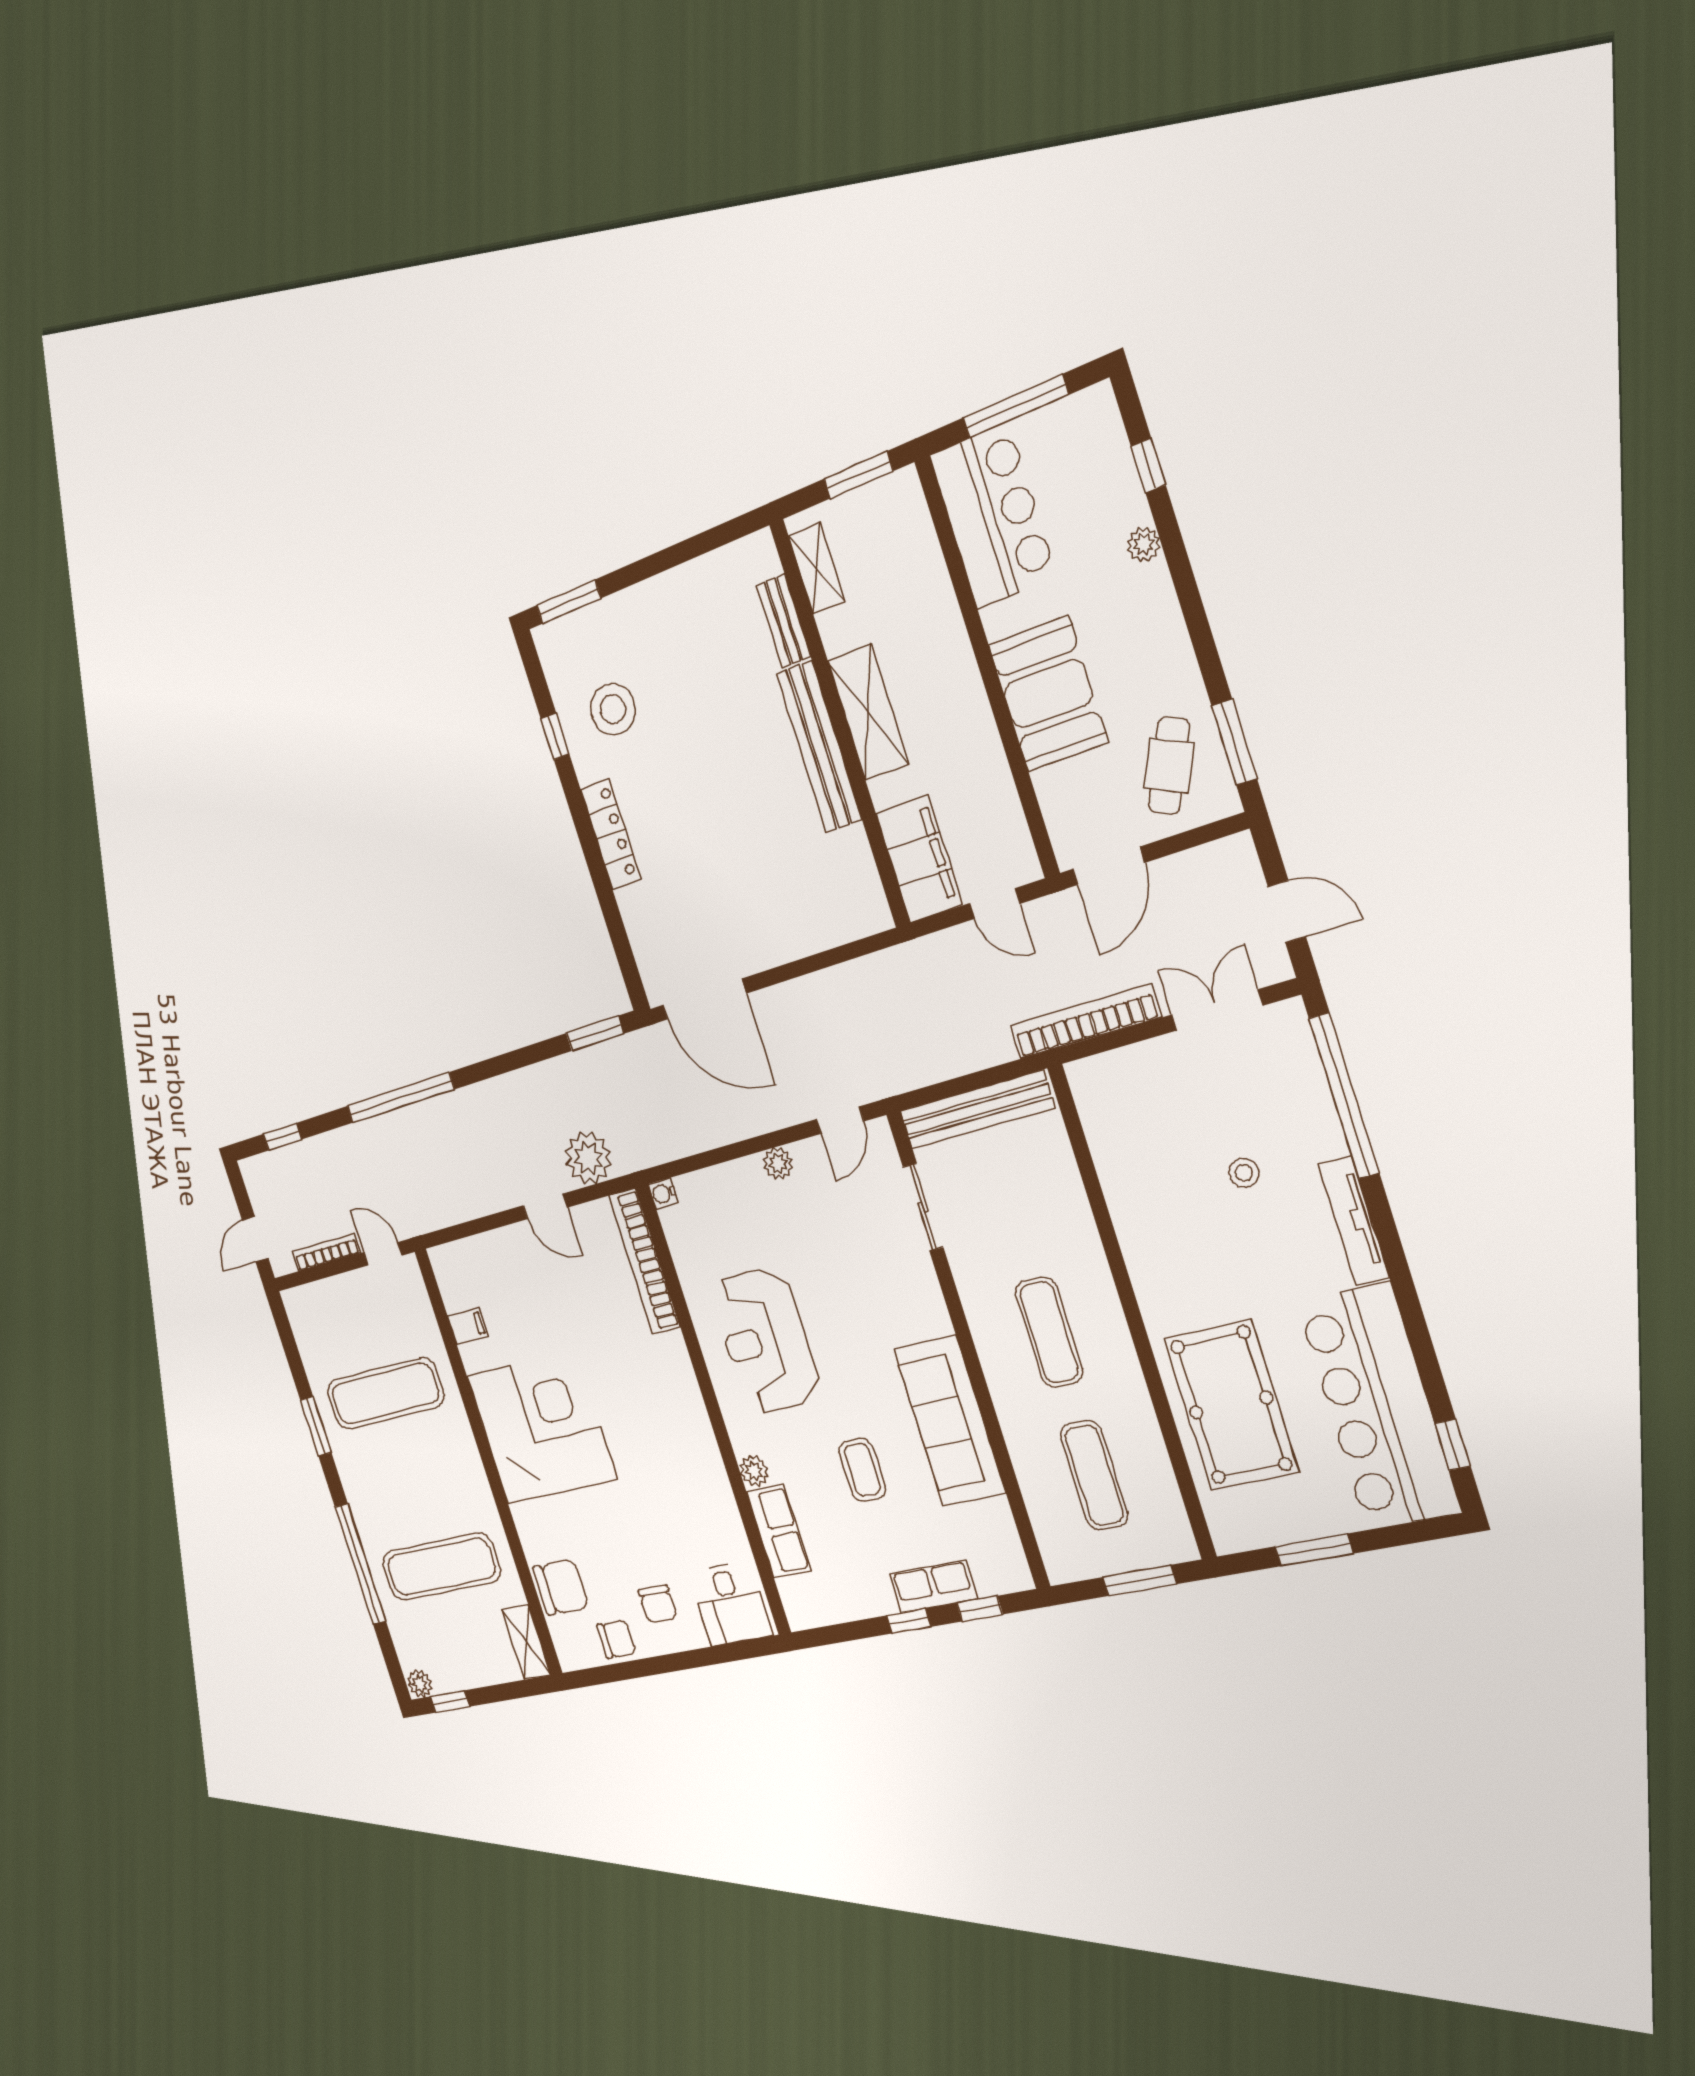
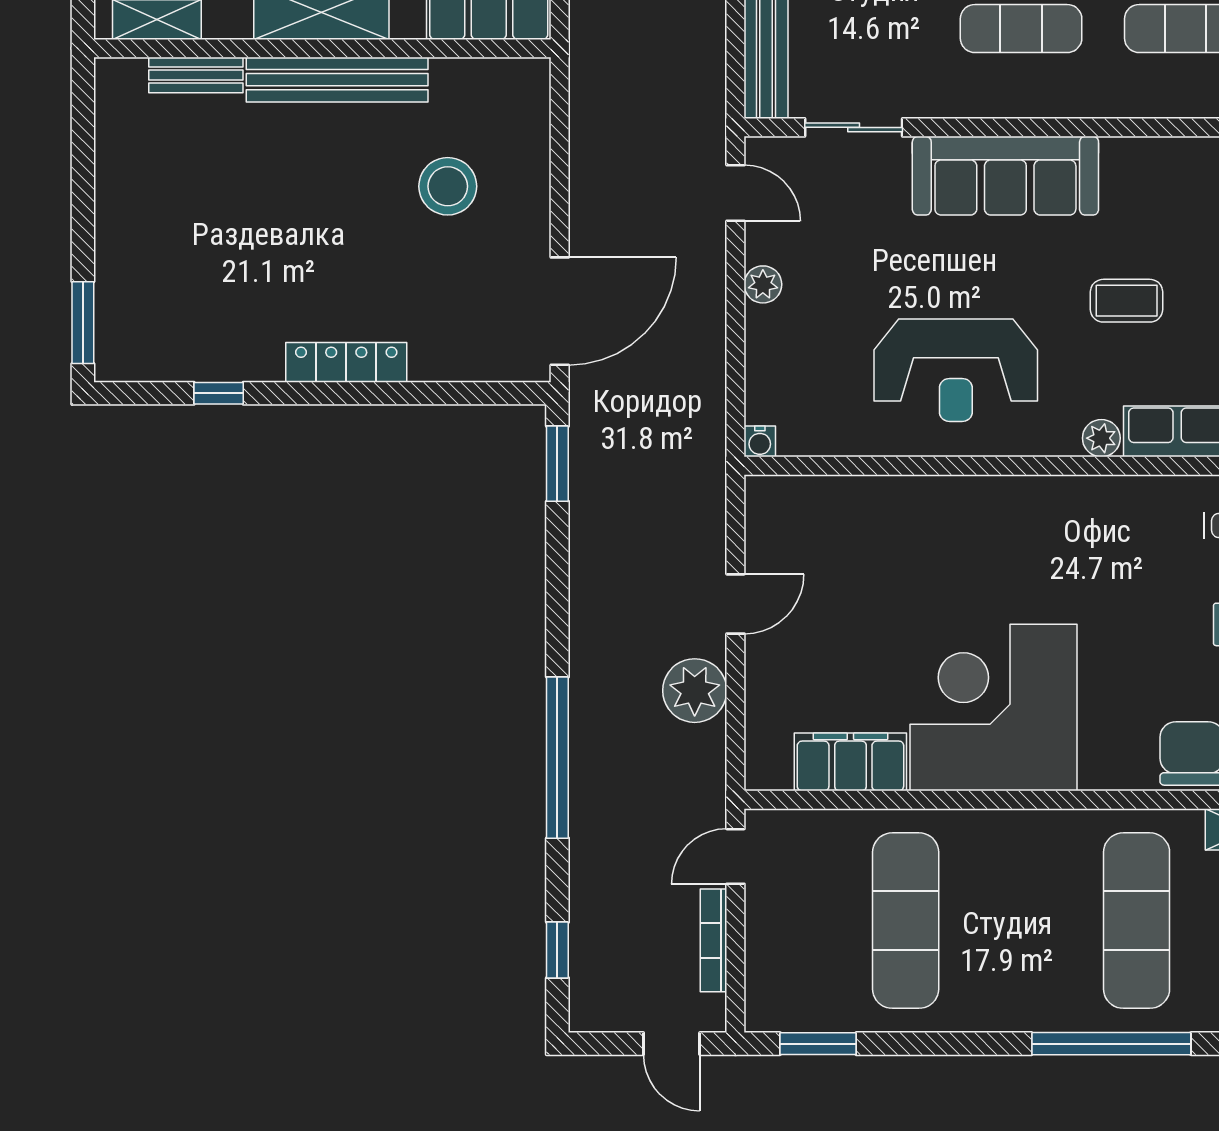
stool: (613, 709) -> (448, 186), moved
plant: (588, 1158) -> (695, 691), moved
bookcase: (644, 1261) -> (830, 494), removed
filing cabinet: (468, 1326) -> (850, 762), width x3.00, depth x1.17
sofa: (950, 1421) -> (1005, 176), moved
window: (316, 1426) -> (818, 1044), moved

